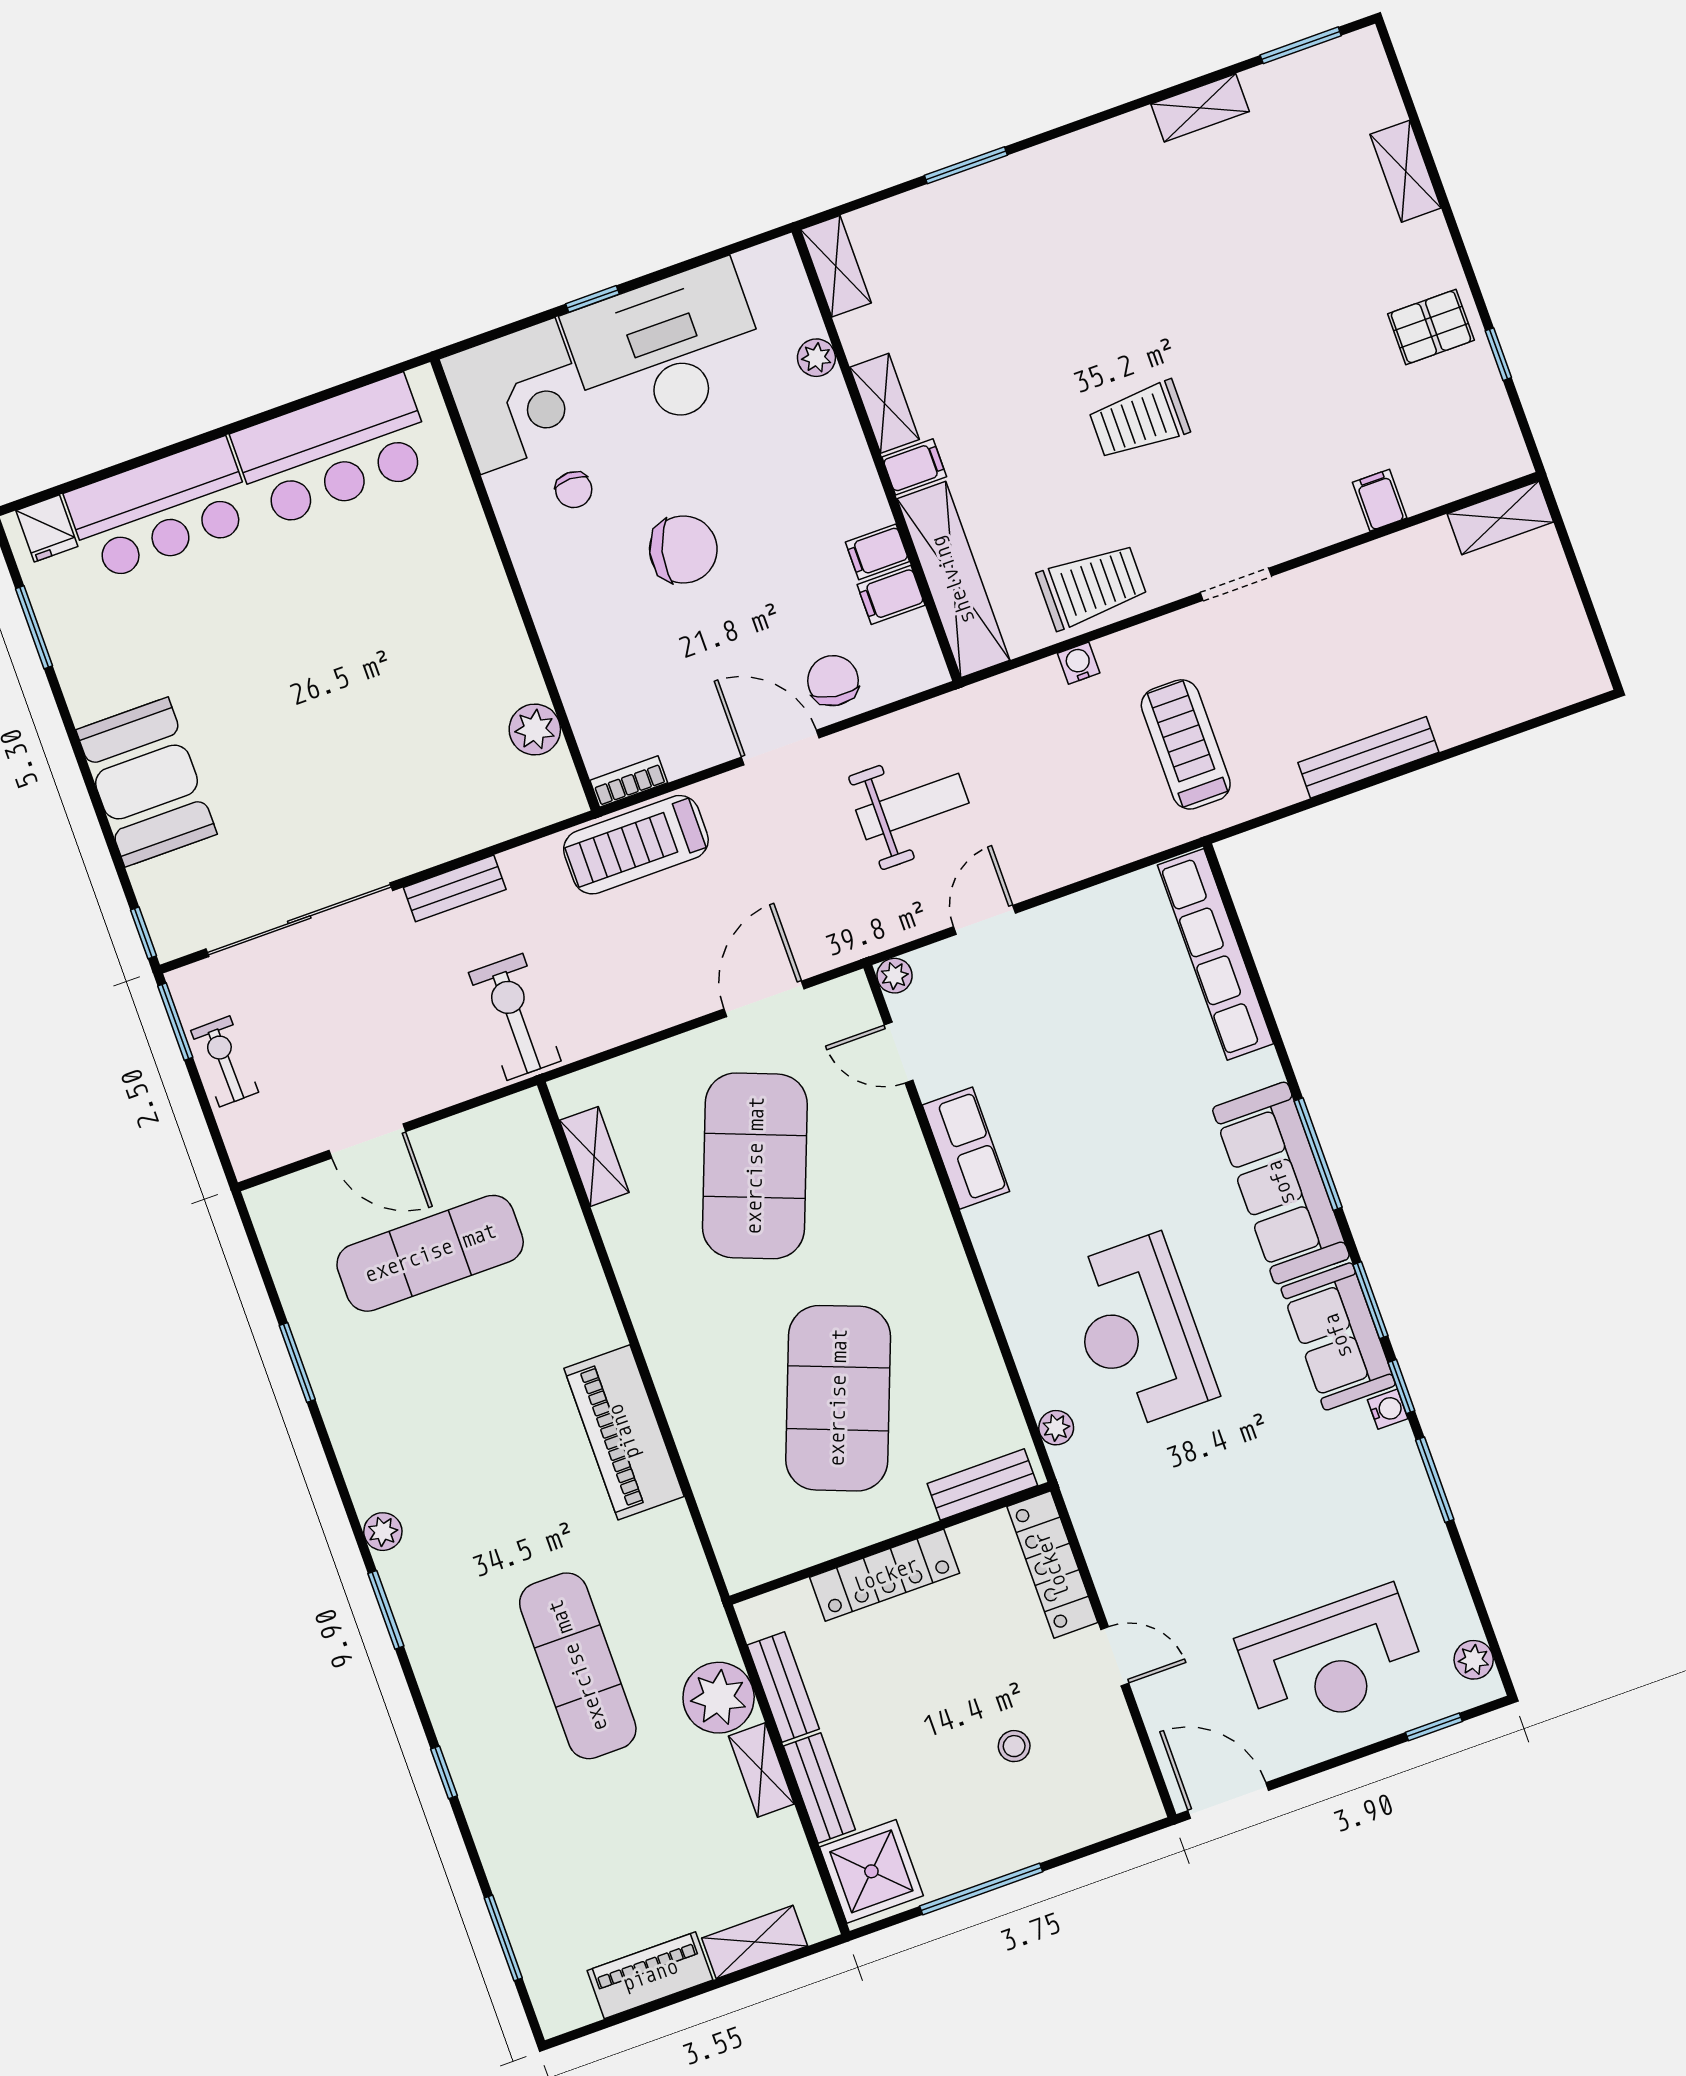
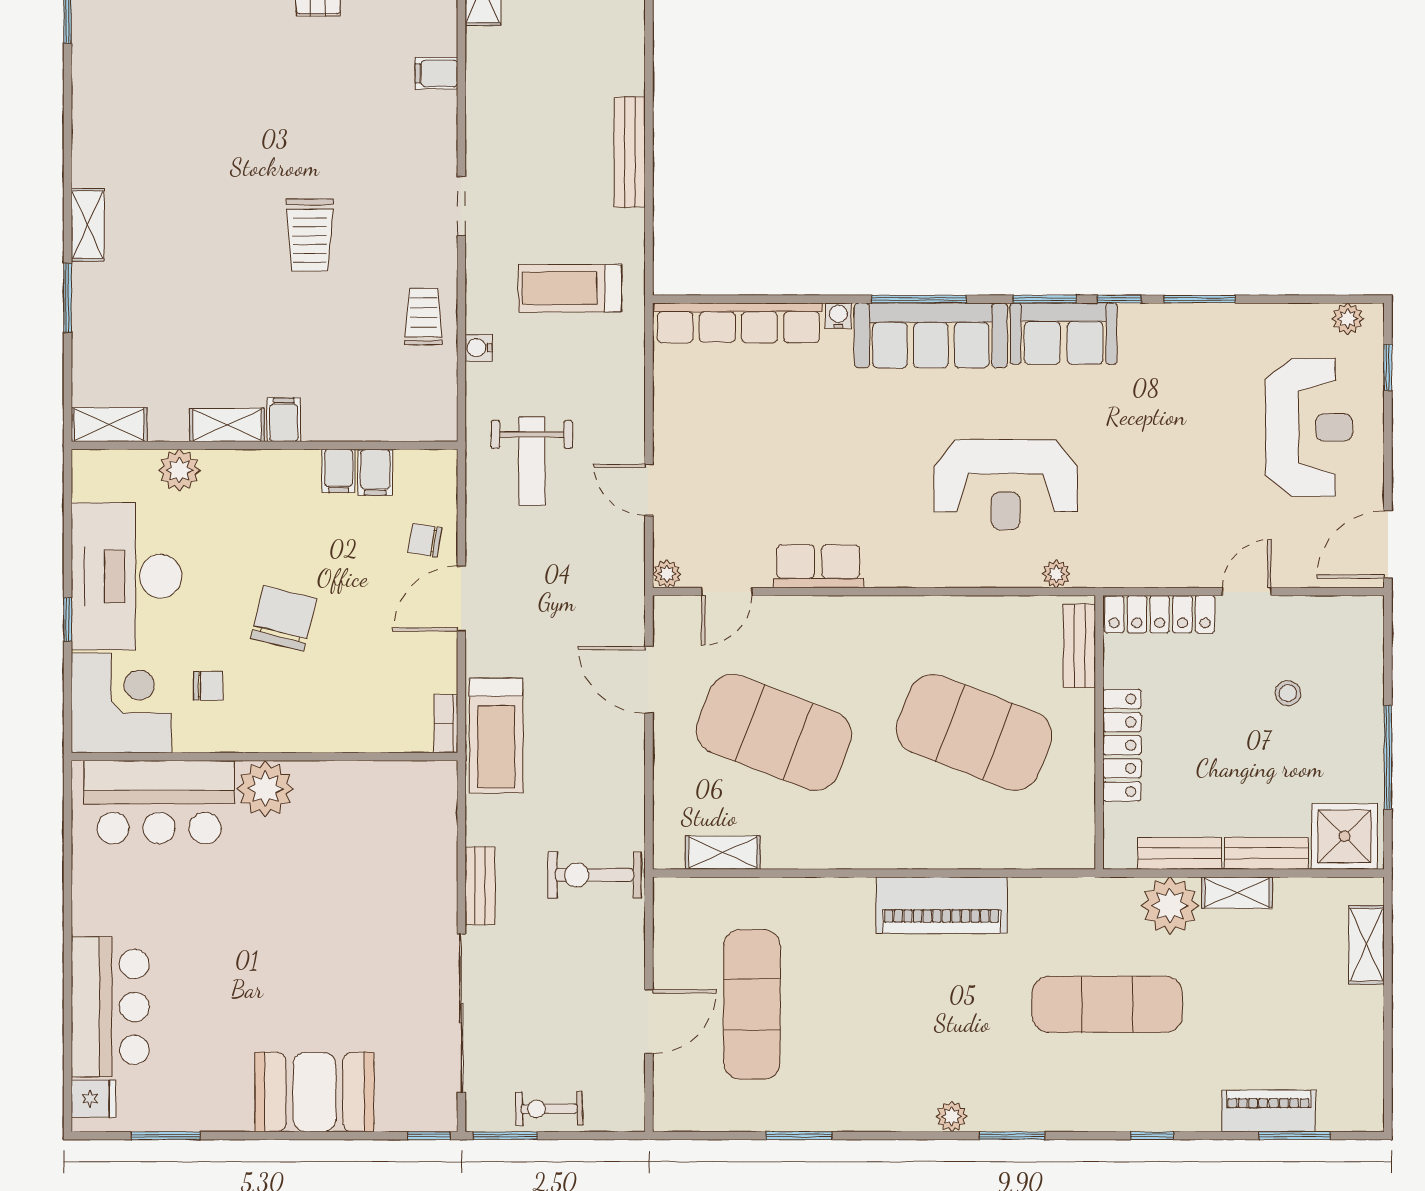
shelving: (1200, 108) -> (88, 225), moved
plant: (816, 358) -> (179, 470), width x1.38, depth x1.38
bar counter: (334, 451) -> (159, 802), moved, turned 90
shelving: (953, 580) -> (380, 421), removed
trolley: (1092, 586) -> (423, 317), width x0.73, depth x0.72
chair: (833, 681) -> (425, 540), width x0.73, depth x0.73
plant: (535, 729) -> (265, 789), moved, width x1.36, depth x1.36
weight bench: (912, 806) -> (532, 461), moved, turned 180
water cooler: (1388, 1409) -> (838, 316), moved
piano: (650, 1975) -> (1268, 1111), moved, turned 90

